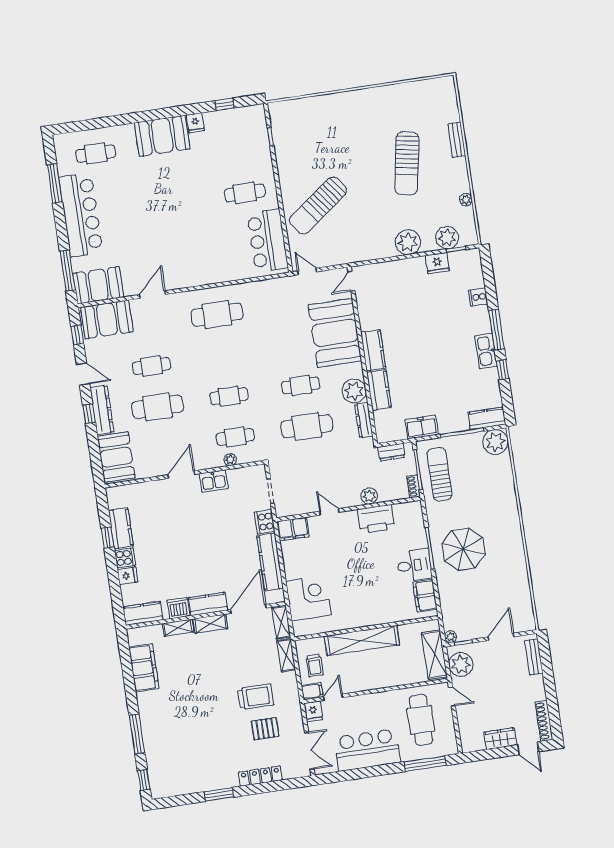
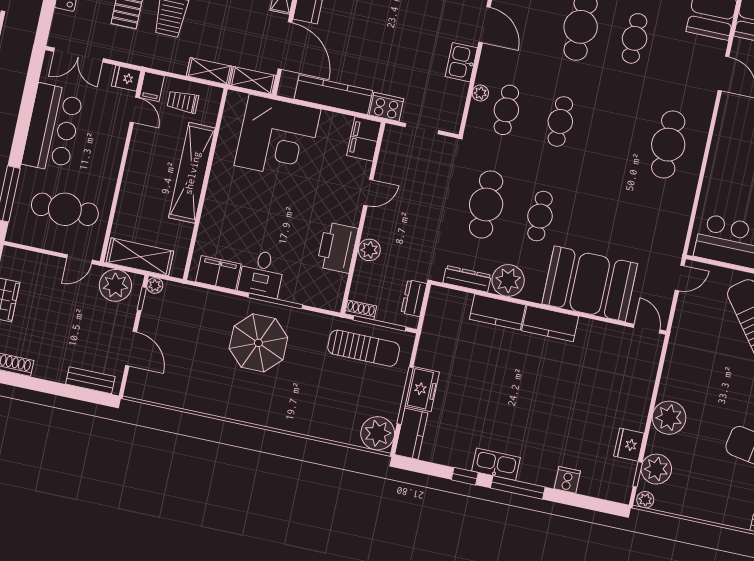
plant: (466, 200) -> (645, 500), moved
freezer: (422, 427) -> (422, 389), moved
corner desk: (309, 598) -> (278, 137), width x1.36, depth x1.36

